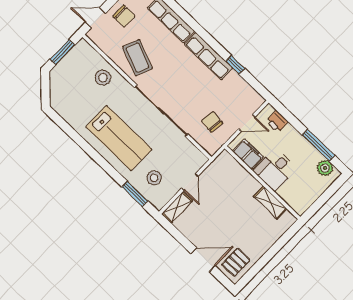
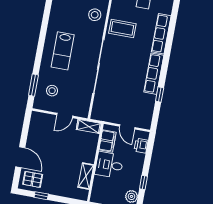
coffee table: (137, 58) -> (122, 28), turned 68
chair: (212, 122) -> (113, 104), removed
lab bench: (119, 138) -> (63, 51), width x0.73, depth x0.72
window: (318, 145) -> (143, 182), width x0.46
shelving: (177, 207) -> (89, 126), moved
window: (259, 265) -> (41, 196), added

